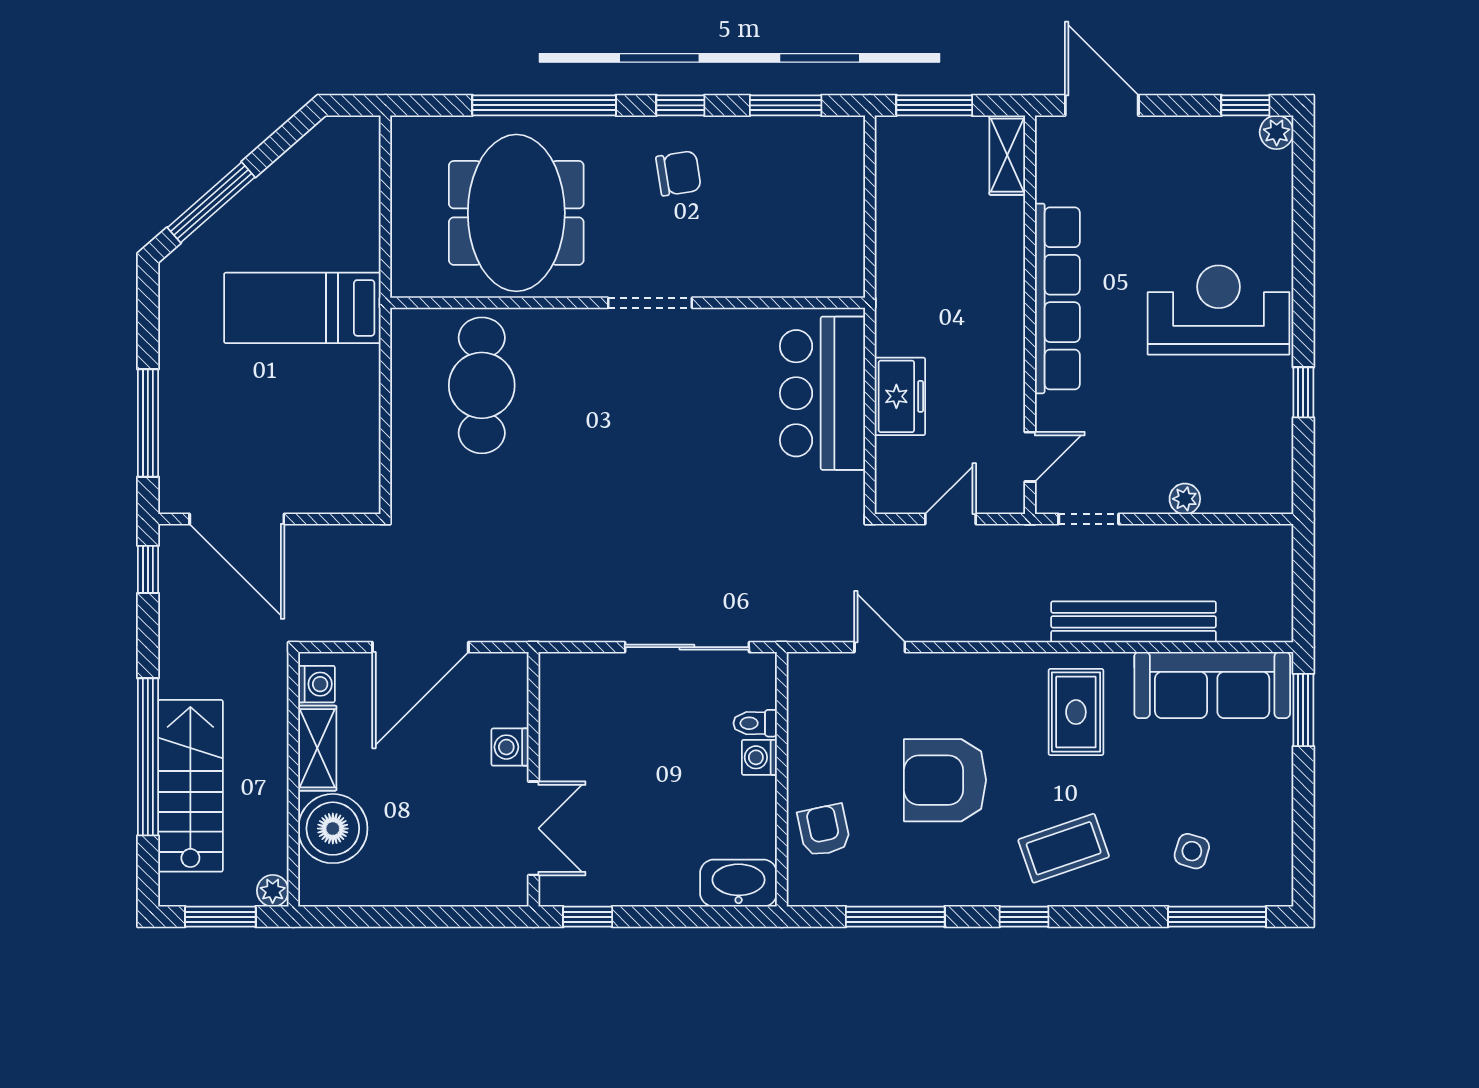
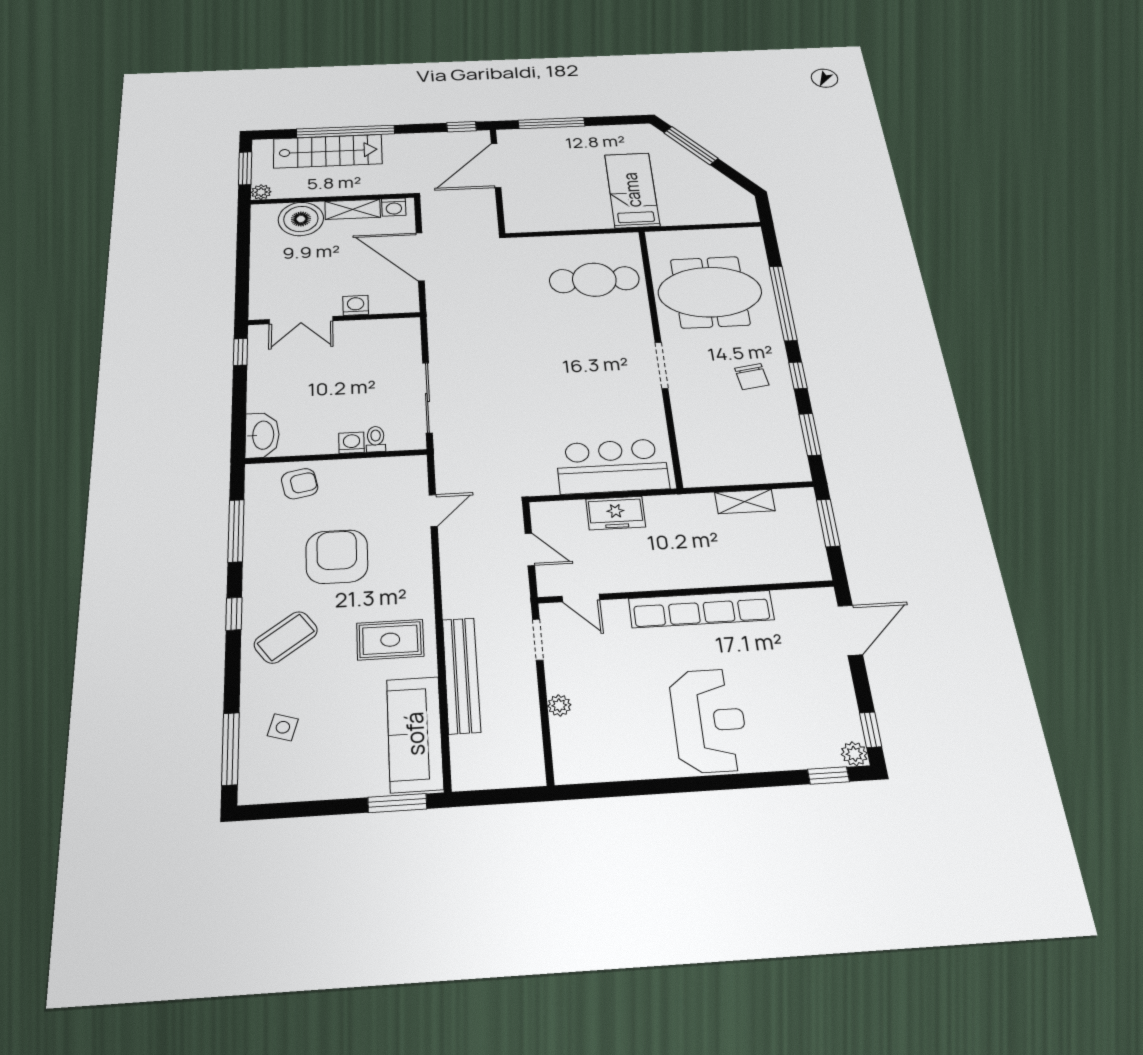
shelving: (1007, 155) -> (745, 502), moved
window: (1303, 392) -> (828, 776), moved
coffee table: (1064, 848) -> (286, 637), turned 73

